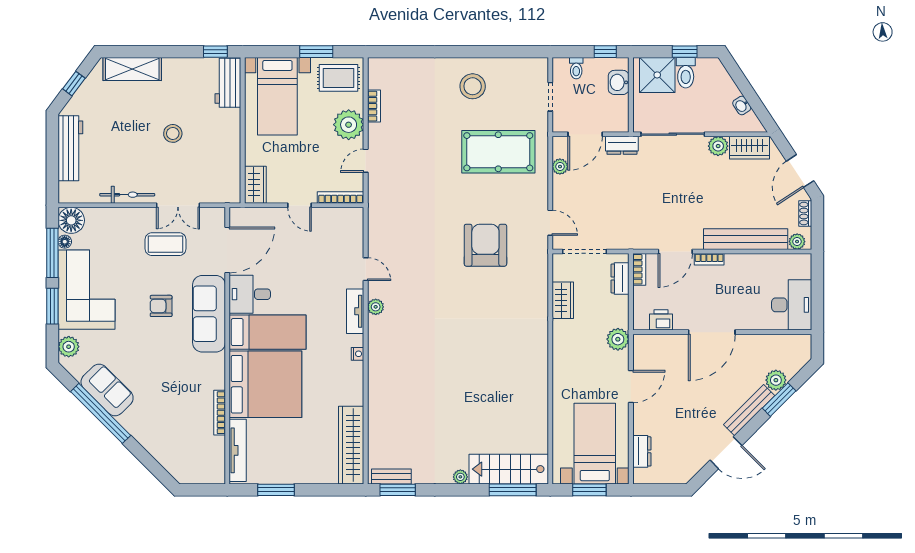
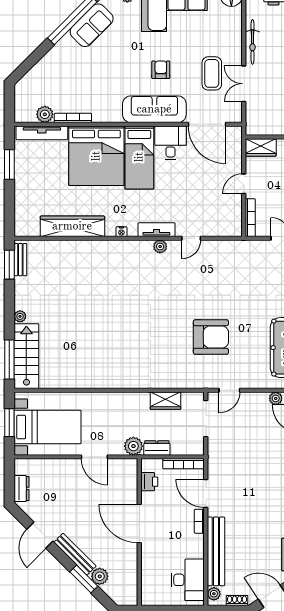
bookcase: (639, 269) -> (184, 464), width x1.56
dresser: (620, 278) -> (157, 448), moved
desk: (792, 305) -> (188, 580), moved, turned -90
wardrobe: (351, 445) -> (72, 226), moved
plant: (215, 447) -> (45, 114), added
dresser: (642, 451) -> (22, 489), moved, turned -90

